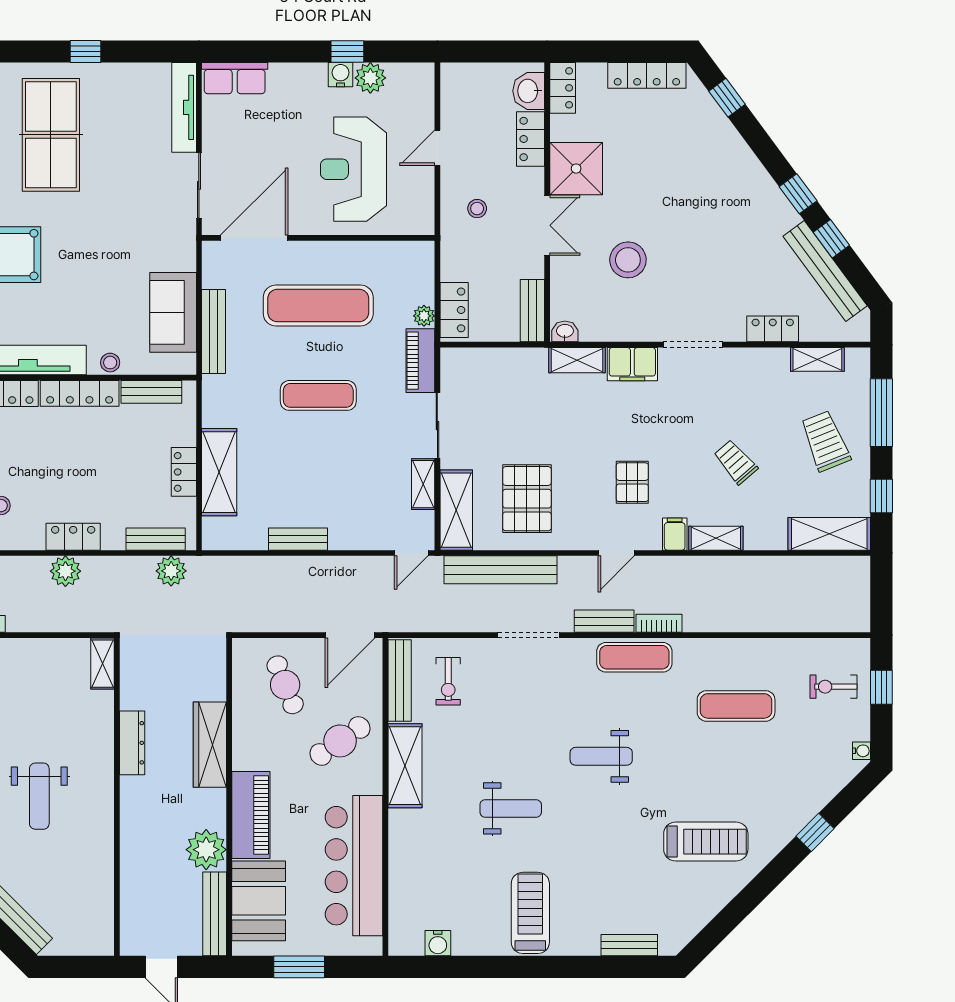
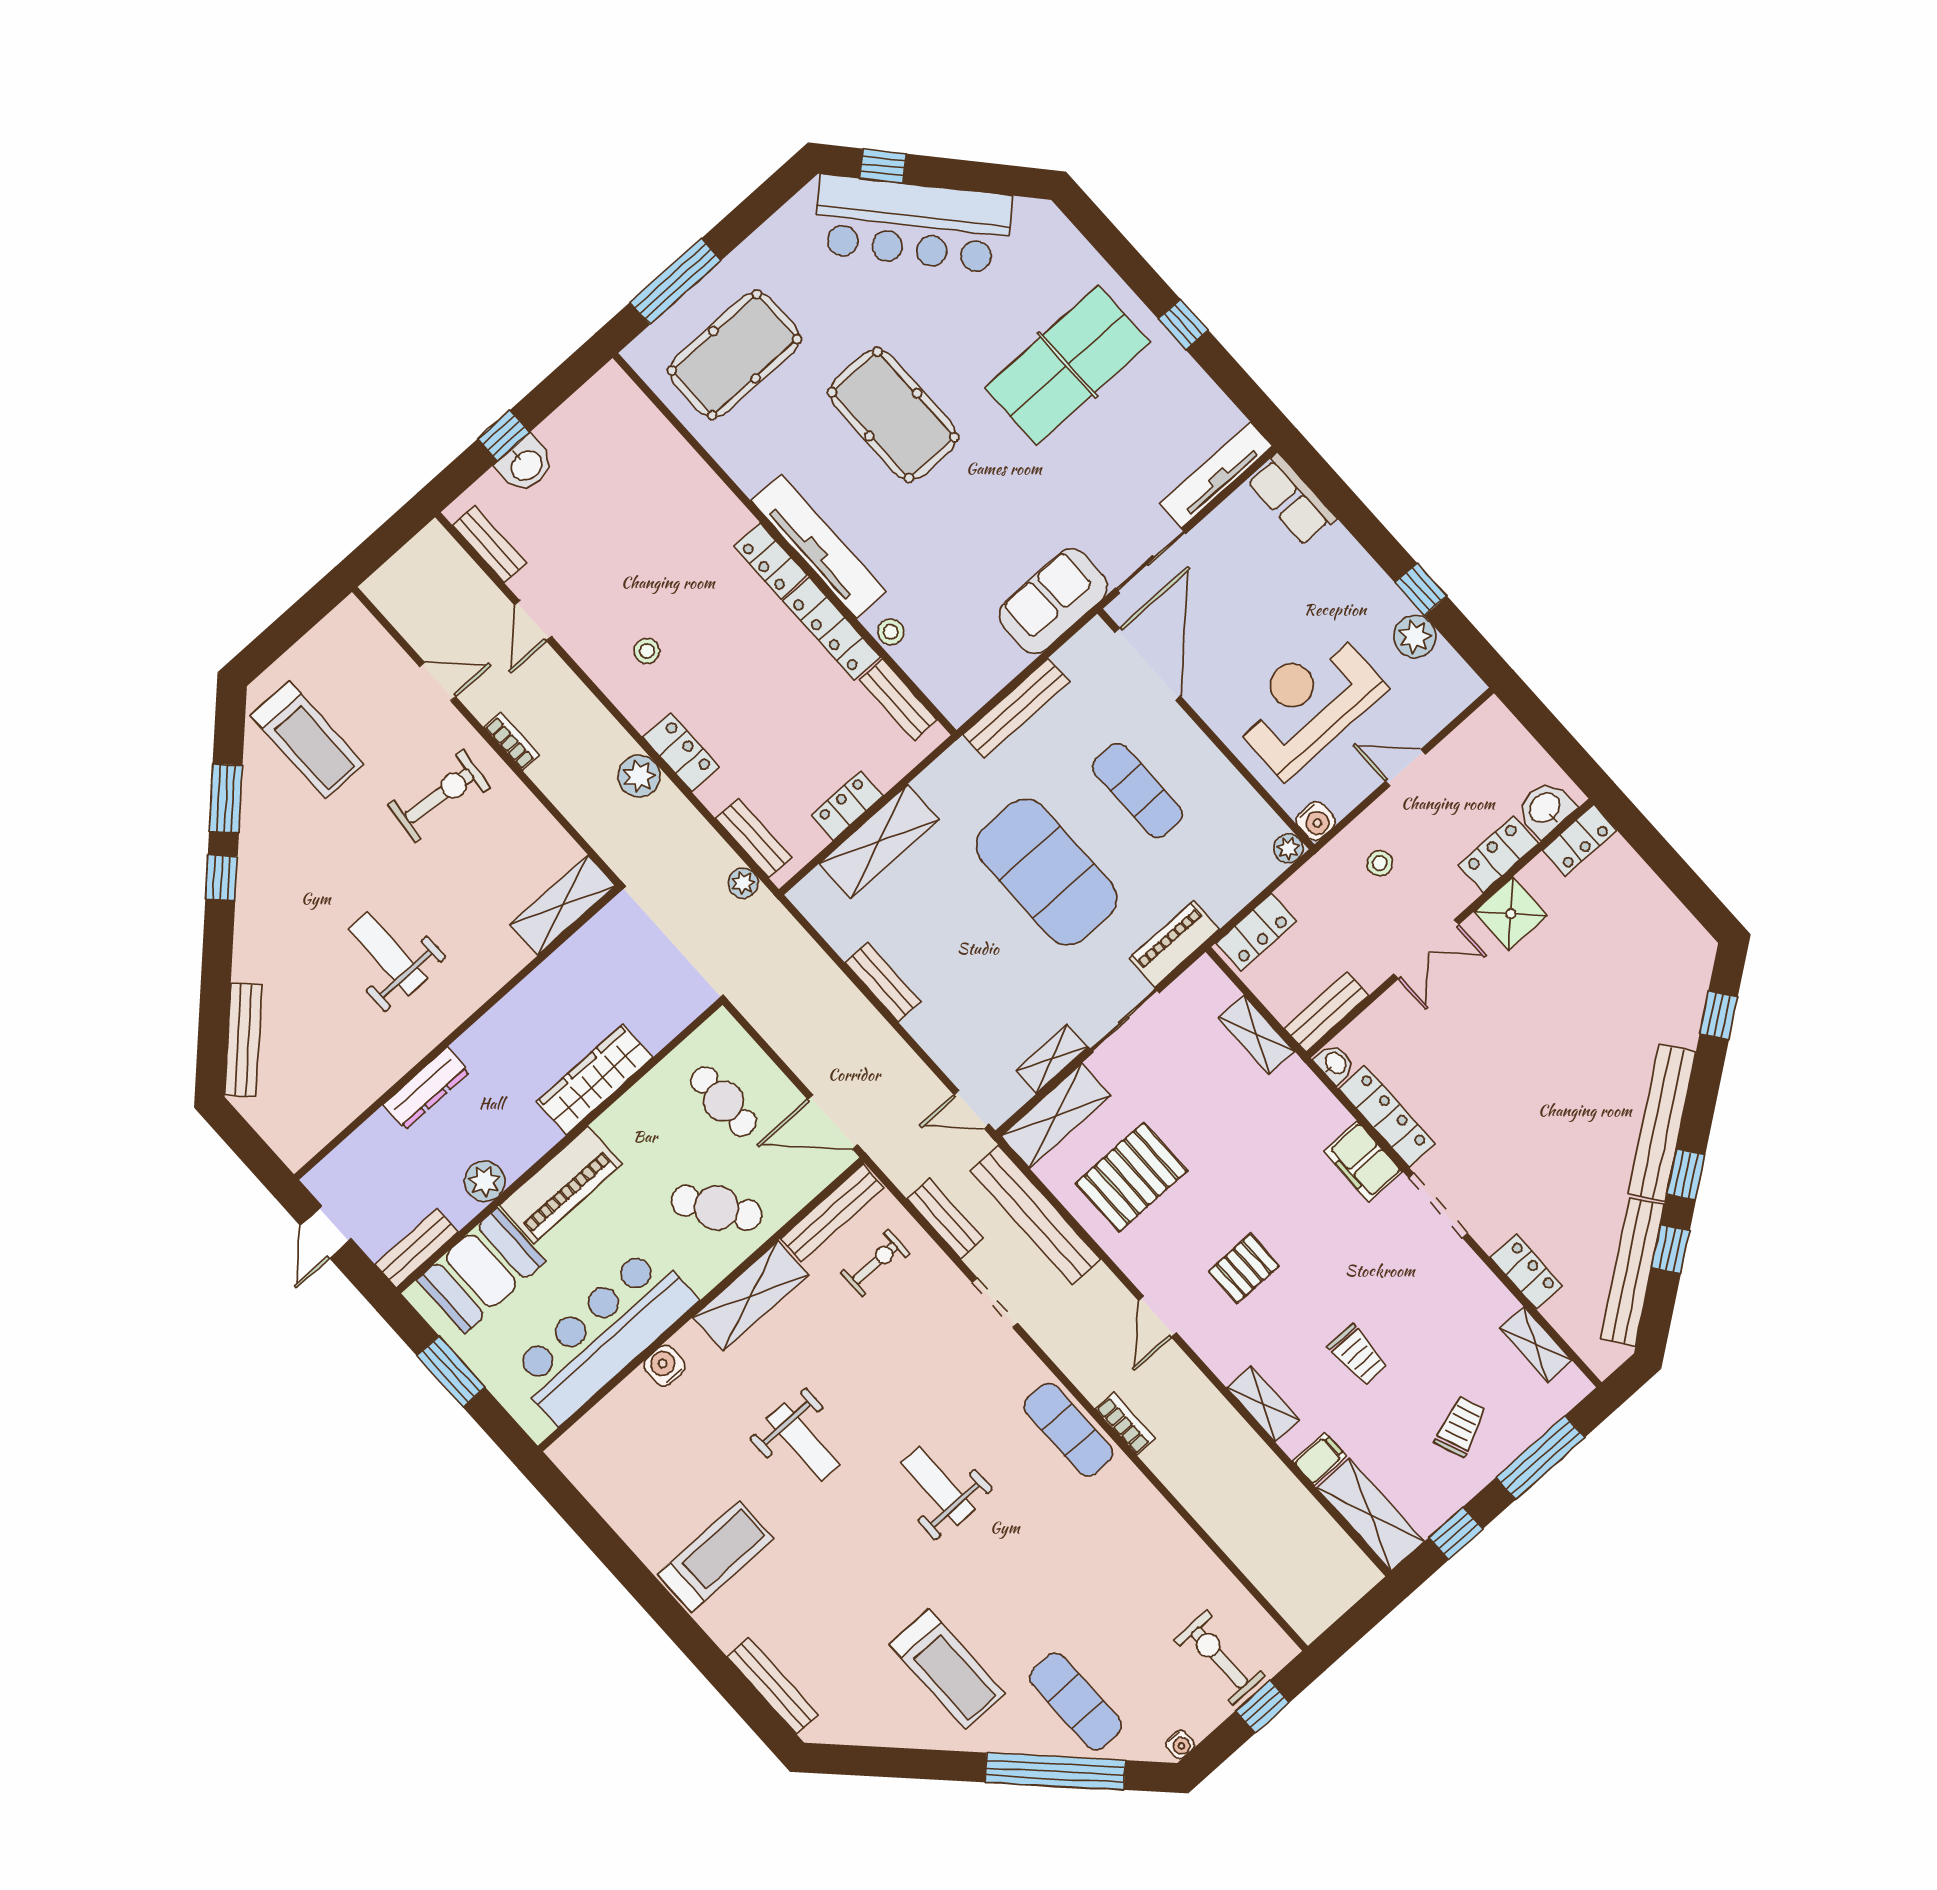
water cooler: (340, 75) -> (1316, 821), moved, turned 90
locker: (647, 75) -> (1387, 1116), moved, turned 180
shower: (576, 169) -> (1511, 914), width x0.73, depth x0.73
bench: (758, 182) -> (1662, 1123), added
door: (254, 238) -> (1148, 664), hinge flipped
stool: (628, 260) -> (1465, 1062), removed
exercise mat: (318, 305) -> (1137, 790), width x0.73, depth x0.69
sofa: (173, 312) -> (1053, 601), moved
plant: (424, 316) -> (1288, 848), moved
shelving: (577, 360) -> (1257, 1034), moved
exercise mat: (318, 395) -> (1046, 872), width x2.00, depth x1.45
trolley: (825, 441) -> (1461, 1427), width x0.73, depth x0.72
trolley: (736, 462) -> (1358, 1355), turned 131
filing cabinet: (675, 534) -> (1320, 1459), moved
door: (616, 553) -> (1158, 1317), hinge flipped
plant: (171, 571) -> (743, 883), width x0.73, depth x0.73
bench: (604, 621) -> (945, 1218), moved
doorway: (529, 635) -> (995, 1303), width x0.73
shelving: (103, 664) -> (563, 905), width x1.50, depth x1.33
exercise bike: (448, 681) -> (875, 1263), turned 180
cafe table: (285, 685) -> (724, 1101), turned -68
exercise bike: (833, 687) -> (1219, 1658), width x1.38, depth x1.39
exercise mat: (736, 706) -> (1076, 1701), moved
dresser: (132, 743) -> (426, 1088), moved
weight bench: (39, 796) -> (388, 954), turned 90
window: (815, 832) -> (1055, 1771), width x3.17
plant: (206, 850) -> (485, 1181), width x0.73, depth x0.73
bench: (215, 914) -> (416, 1248), width x0.73
water cooler: (438, 943) -> (664, 1366), moved, turned 90
bench: (629, 945) -> (773, 1686), width x1.36

